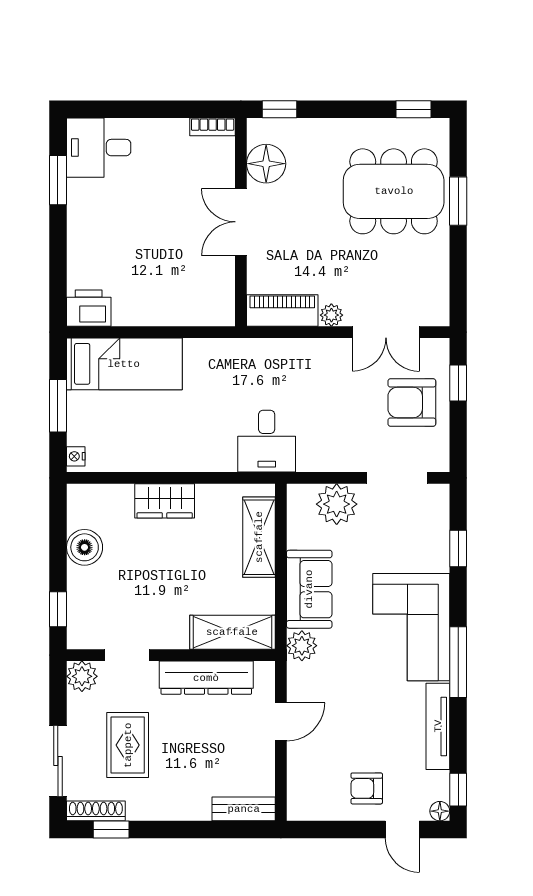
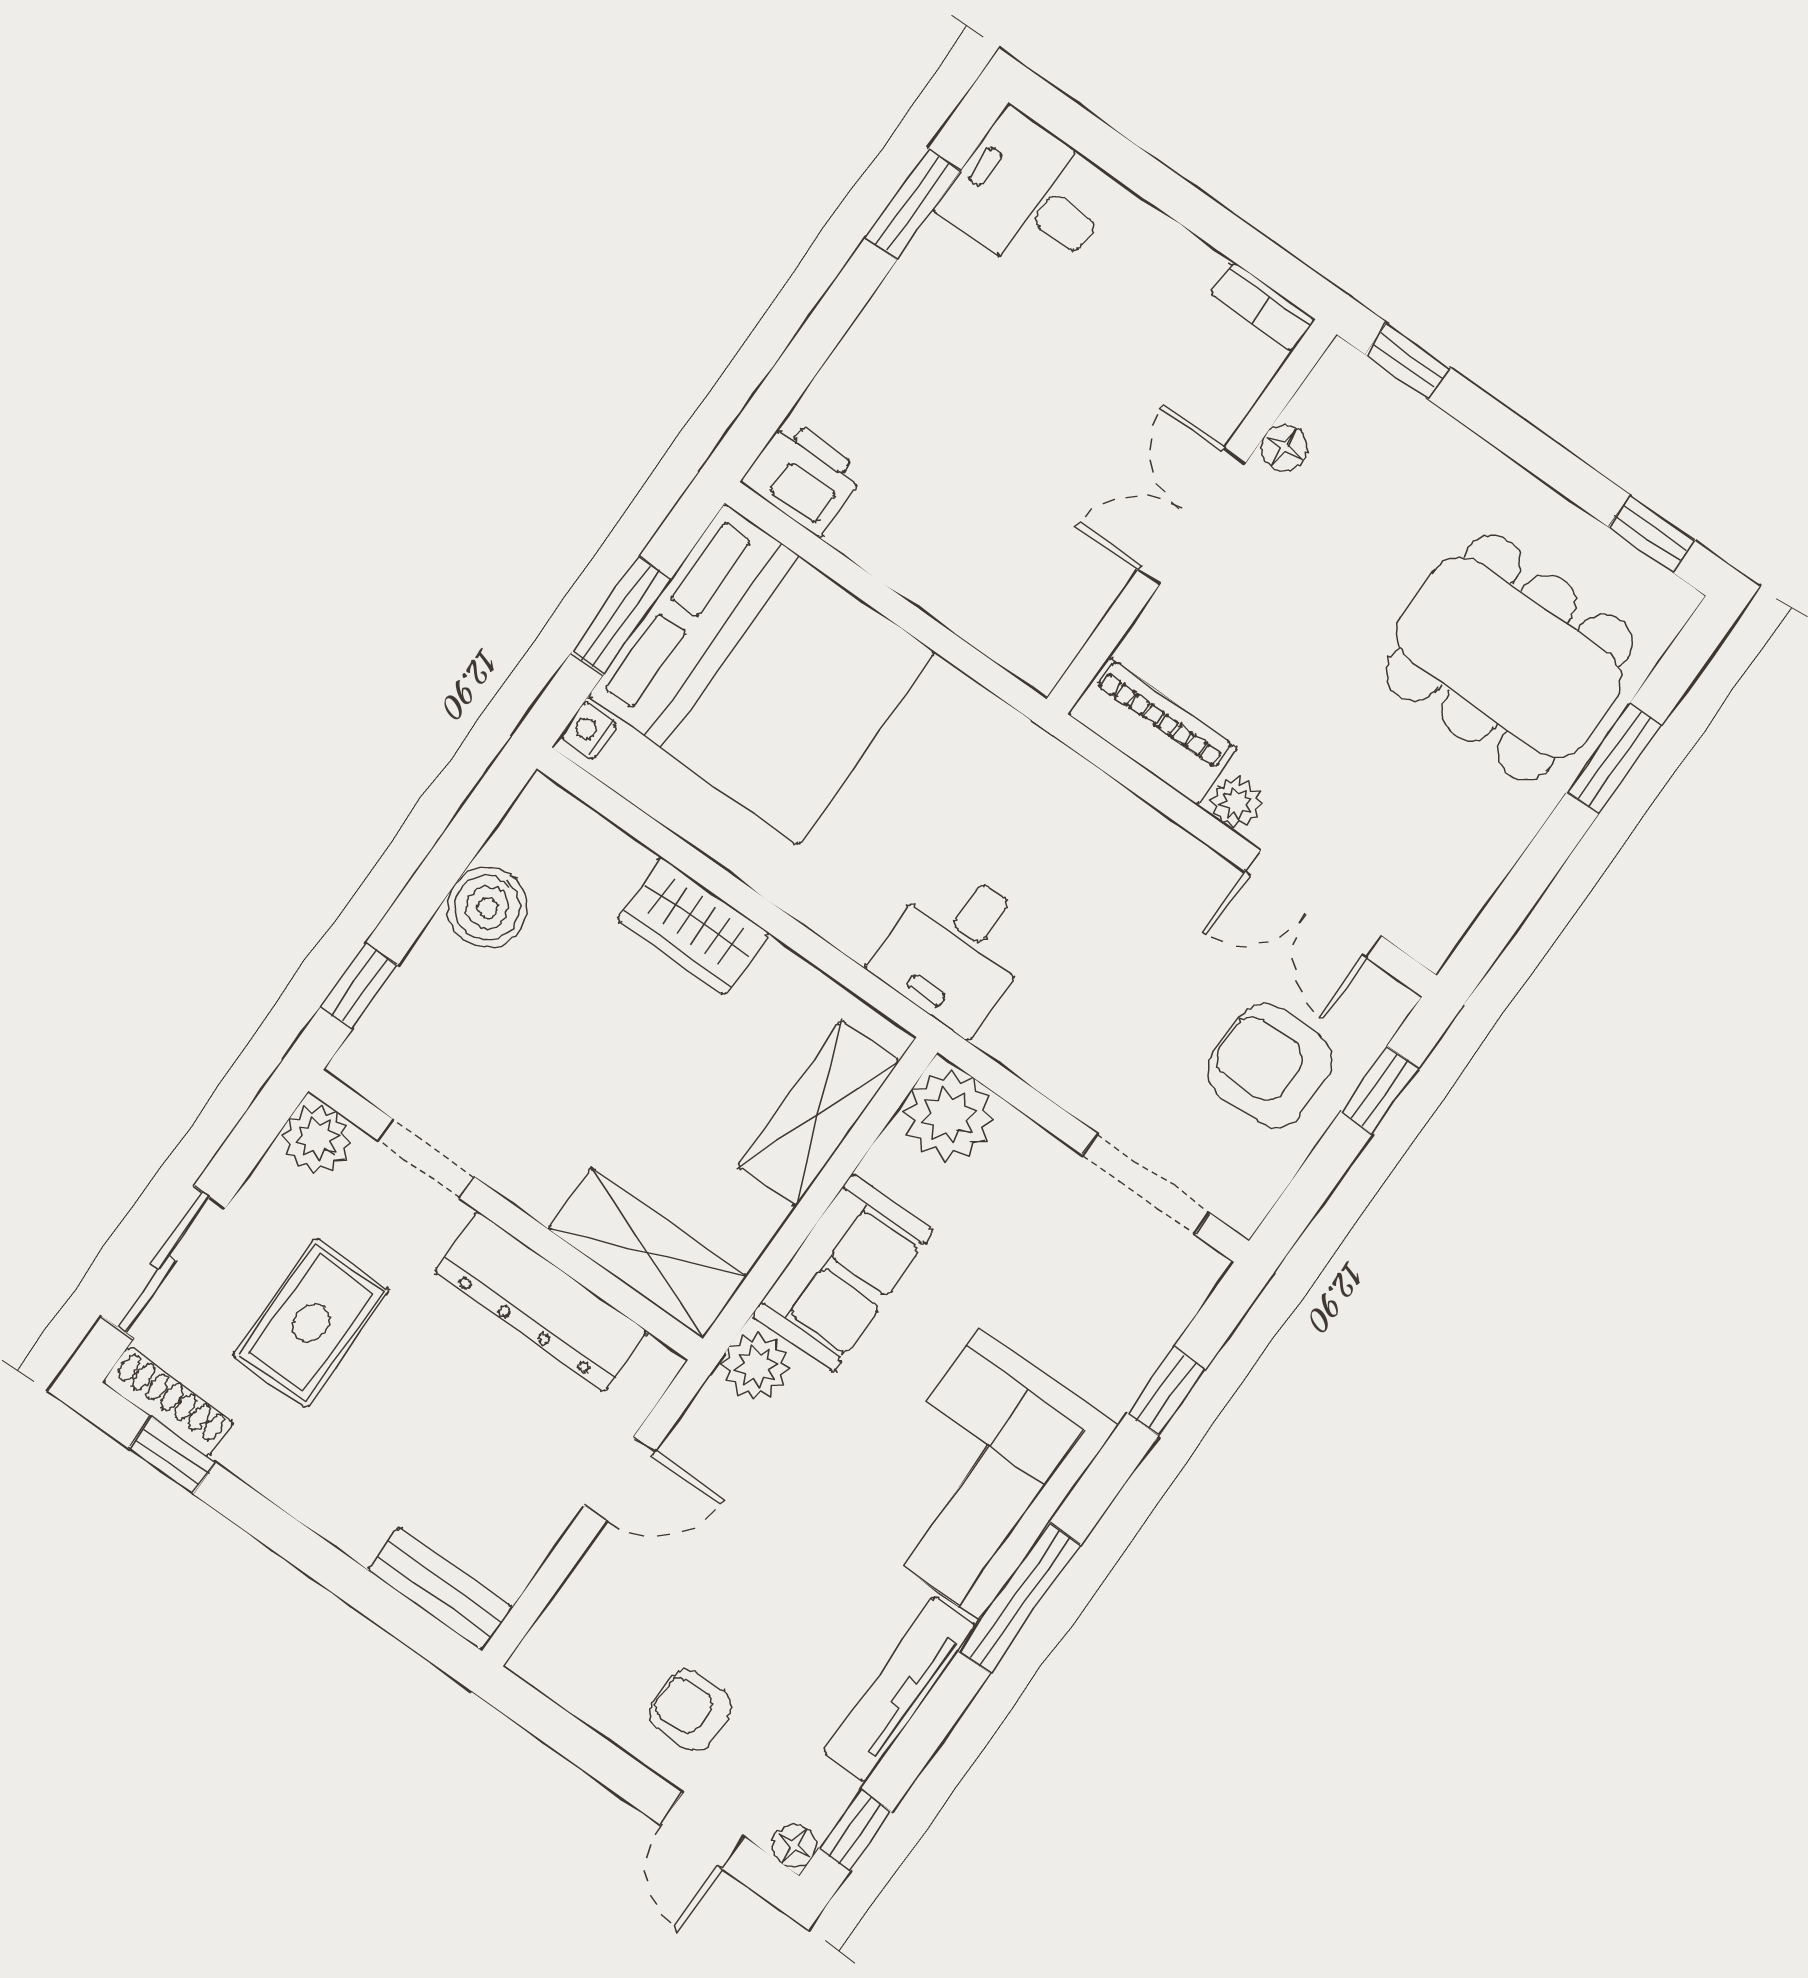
floor lamp: (266, 164) -> (1284, 448), width x0.53, depth x0.53
bed: (124, 364) -> (761, 674), width x2.04
plant: (337, 504) -> (948, 1116), moved

